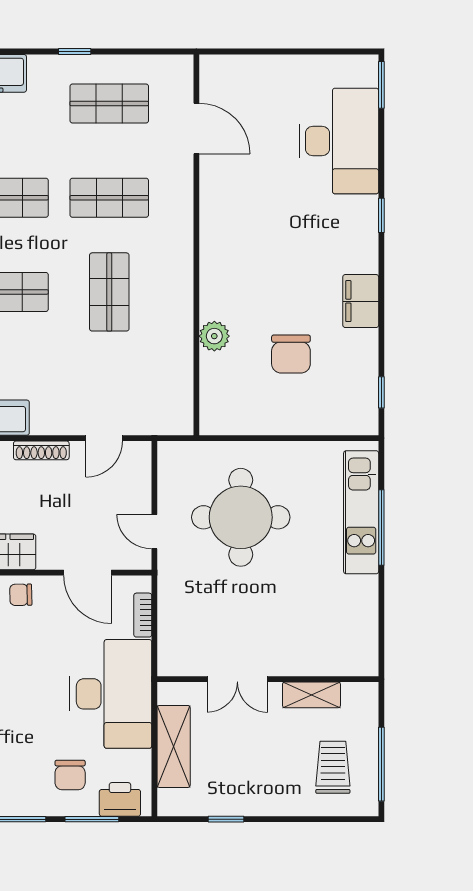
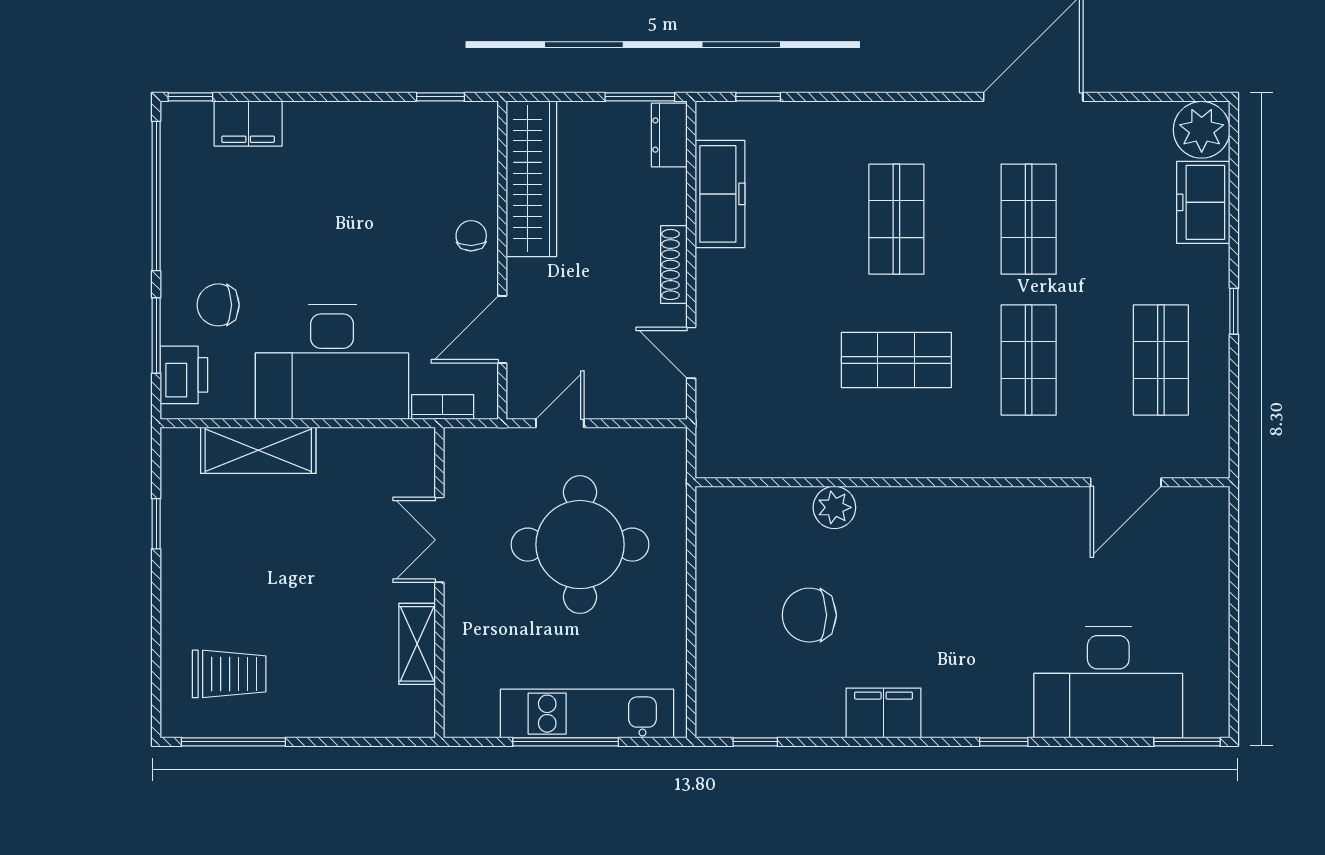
double door: (237, 679) -> (439, 540), moved
wall: (268, 679) -> (439, 583), moved
shelving: (311, 695) -> (417, 644), moved

